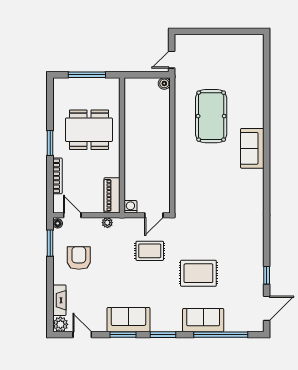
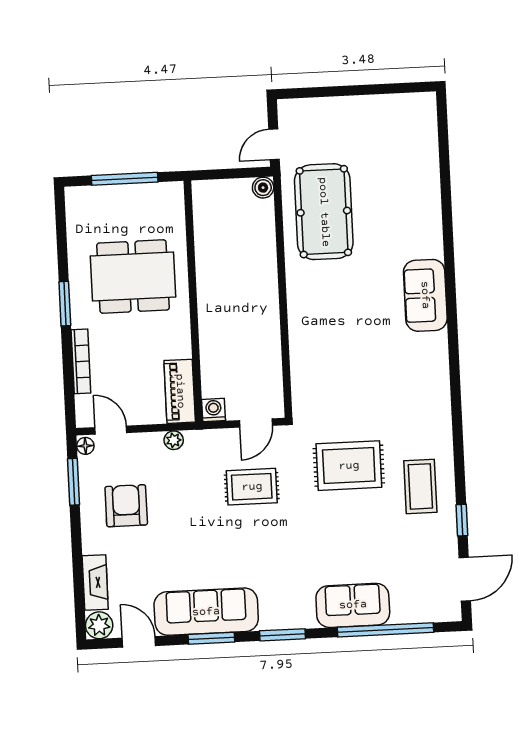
pool table: (211, 116) -> (324, 212), moved
coffee table: (244, 255) -> (420, 486), added
rug: (198, 273) -> (349, 466), moved
sofa: (128, 320) -> (206, 612), width x1.36

